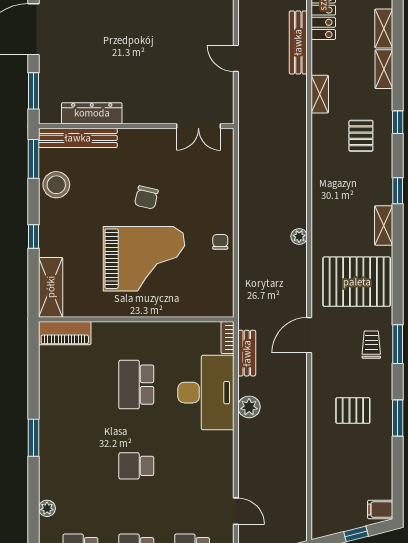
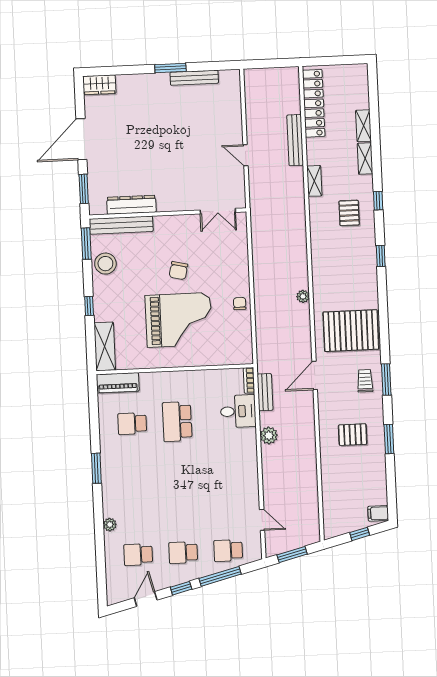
shelving: (384, 225) -> (371, 284), removed
desk: (206, 393) -> (238, 411), width x0.53, depth x0.77
school desk: (136, 466) -> (132, 424), moved

